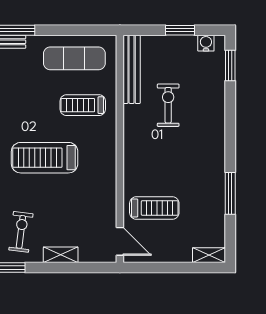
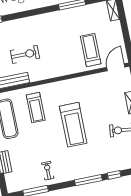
exercise bike: (168, 105) -> (25, 54), turned 180

